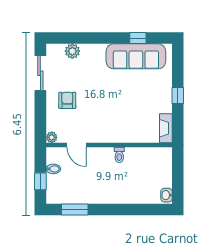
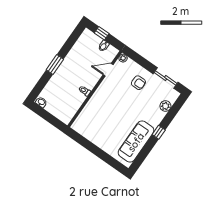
window: (138, 38) -> (159, 132), moved
window: (178, 96) -> (95, 150), removed
fireplace: (166, 128) -> (81, 129), removed
window: (75, 209) -> (55, 64), moved

